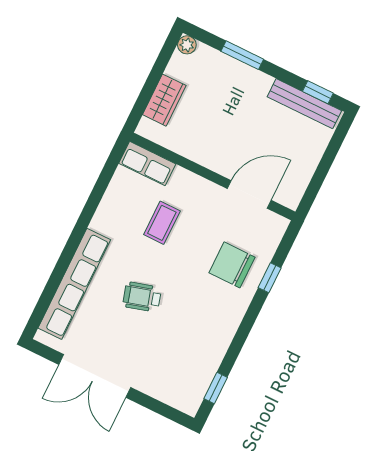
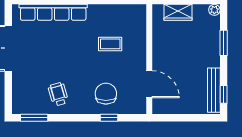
row of seats: (147, 164) -> (139, 20), removed
wheelchair: (142, 297) -> (58, 94), moved
window: (216, 388) -> (34, 118), width x1.50

